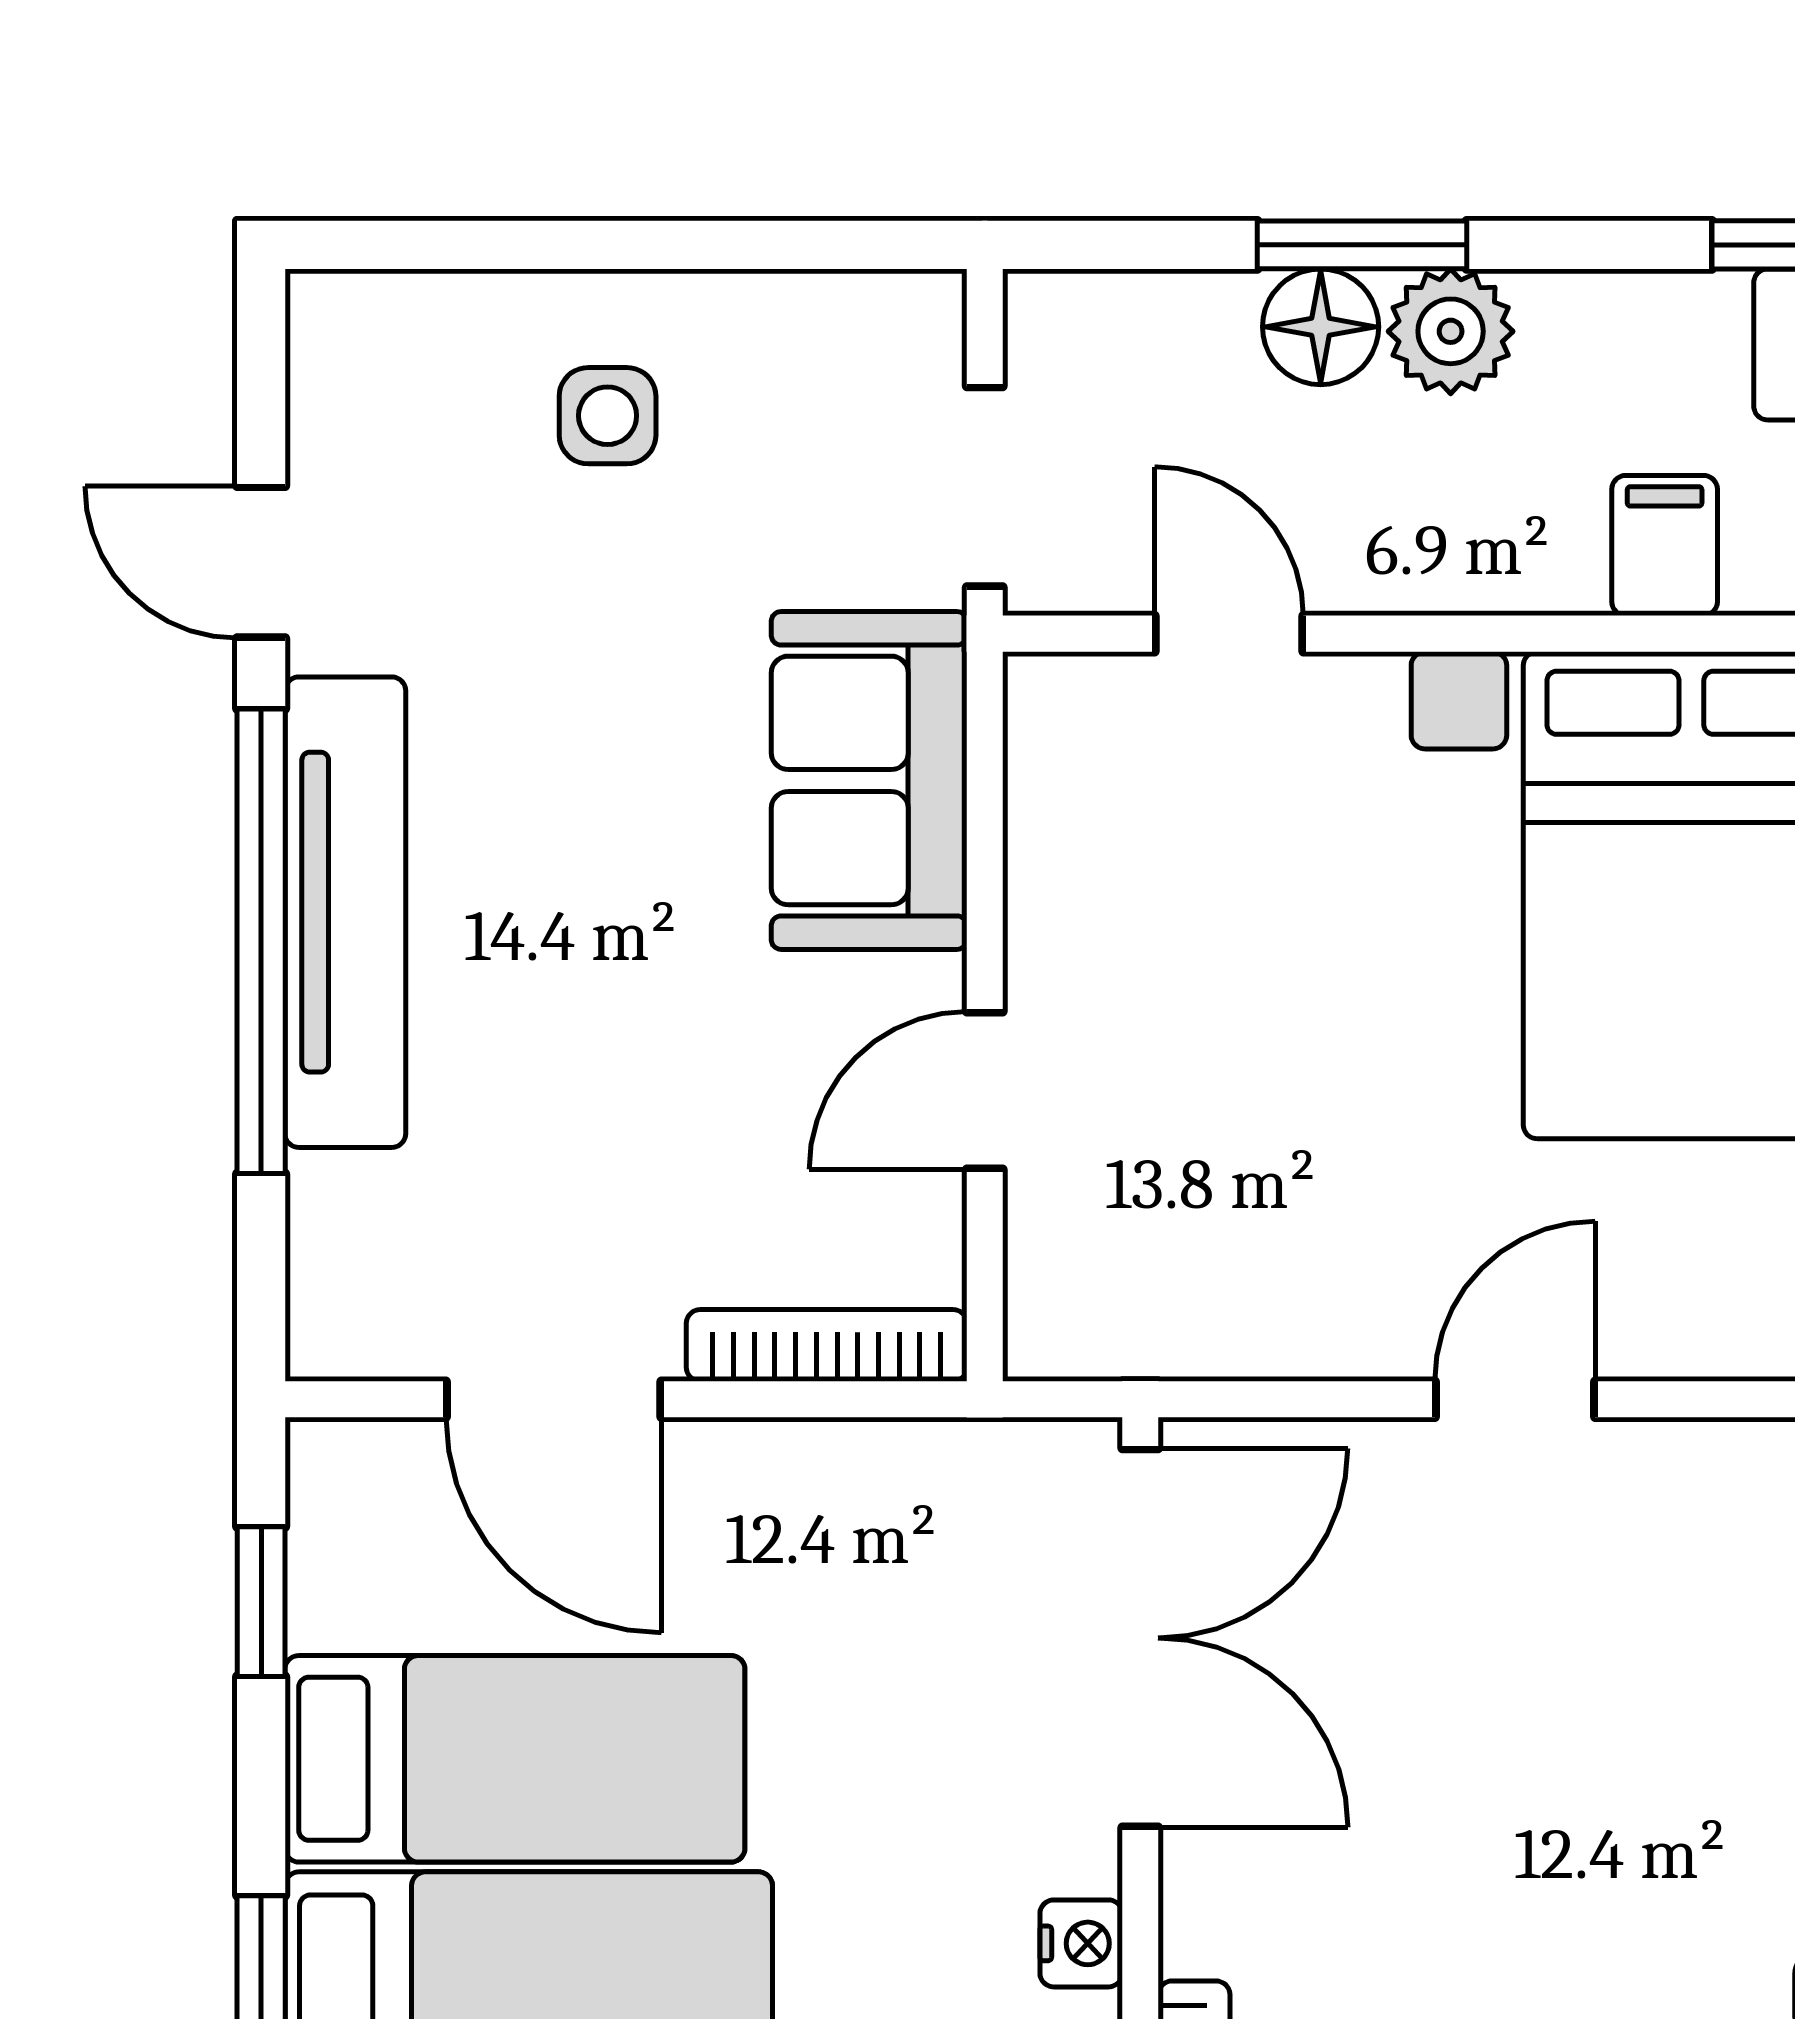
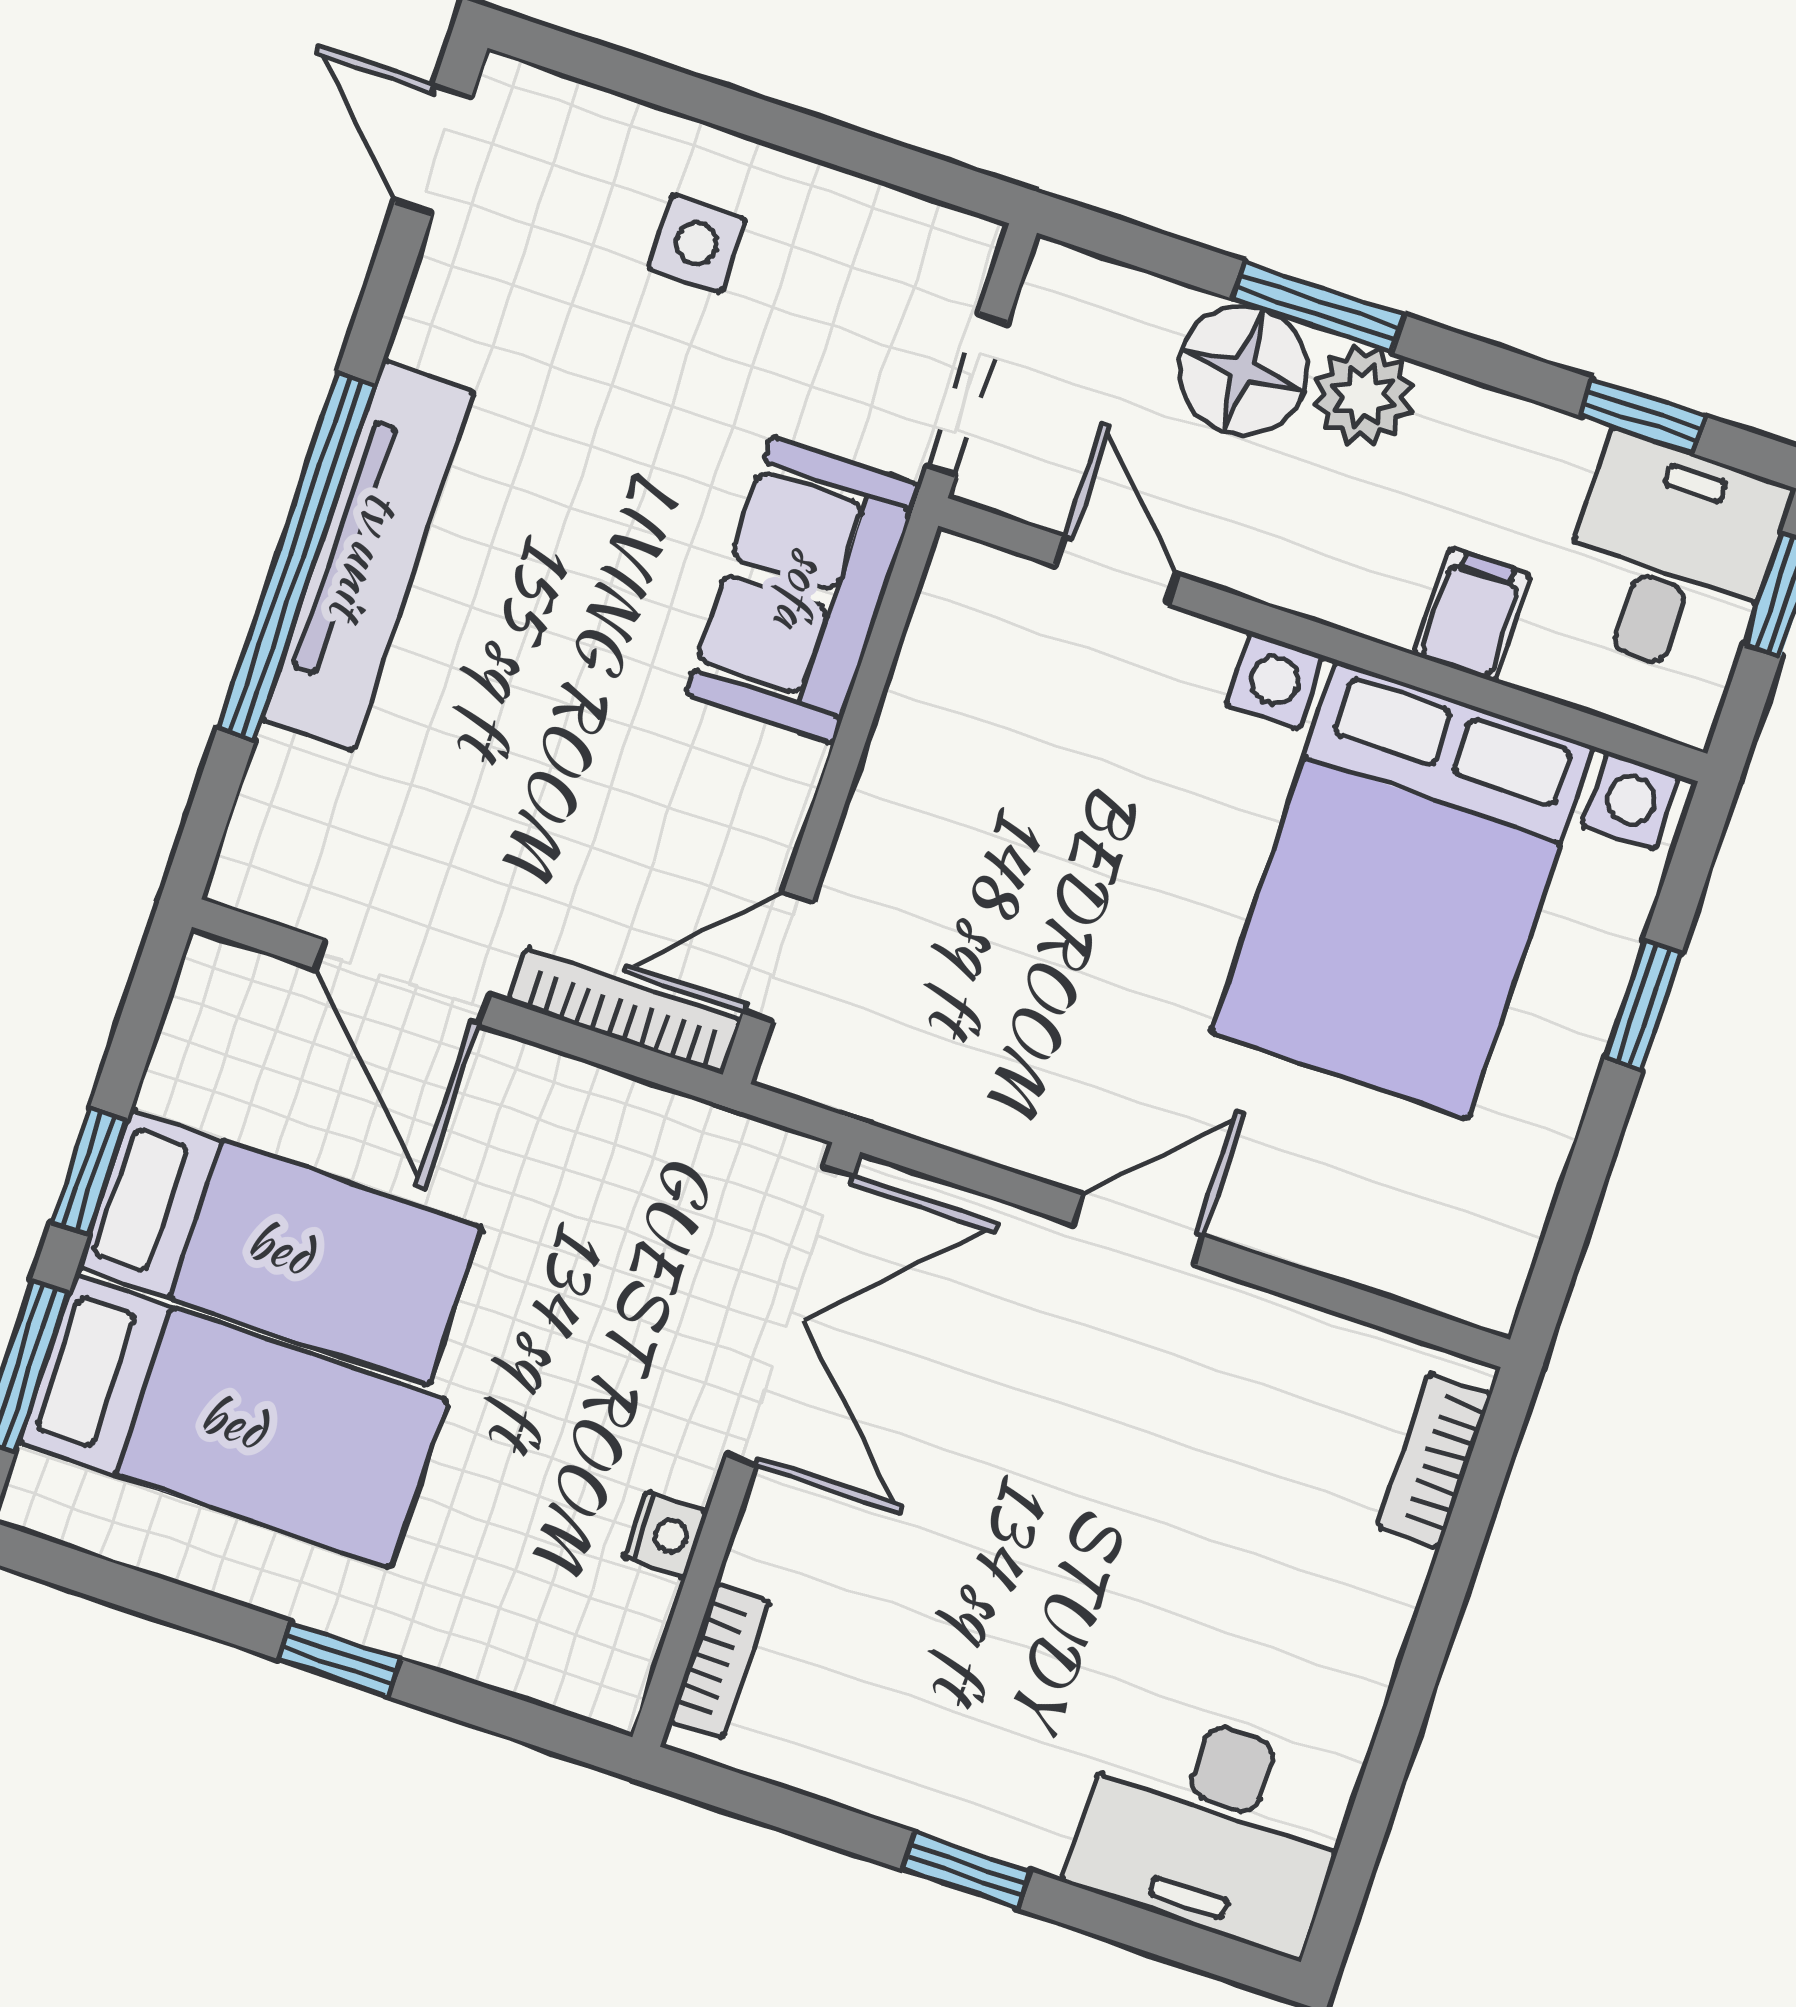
floor lamp: (1321, 327) -> (1243, 370), width x1.38, depth x1.38
door: (261, 562) -> (433, 149), moved
door: (985, 1090) -> (778, 956), moved
window: (261, 1602) -> (89, 1172), moved

